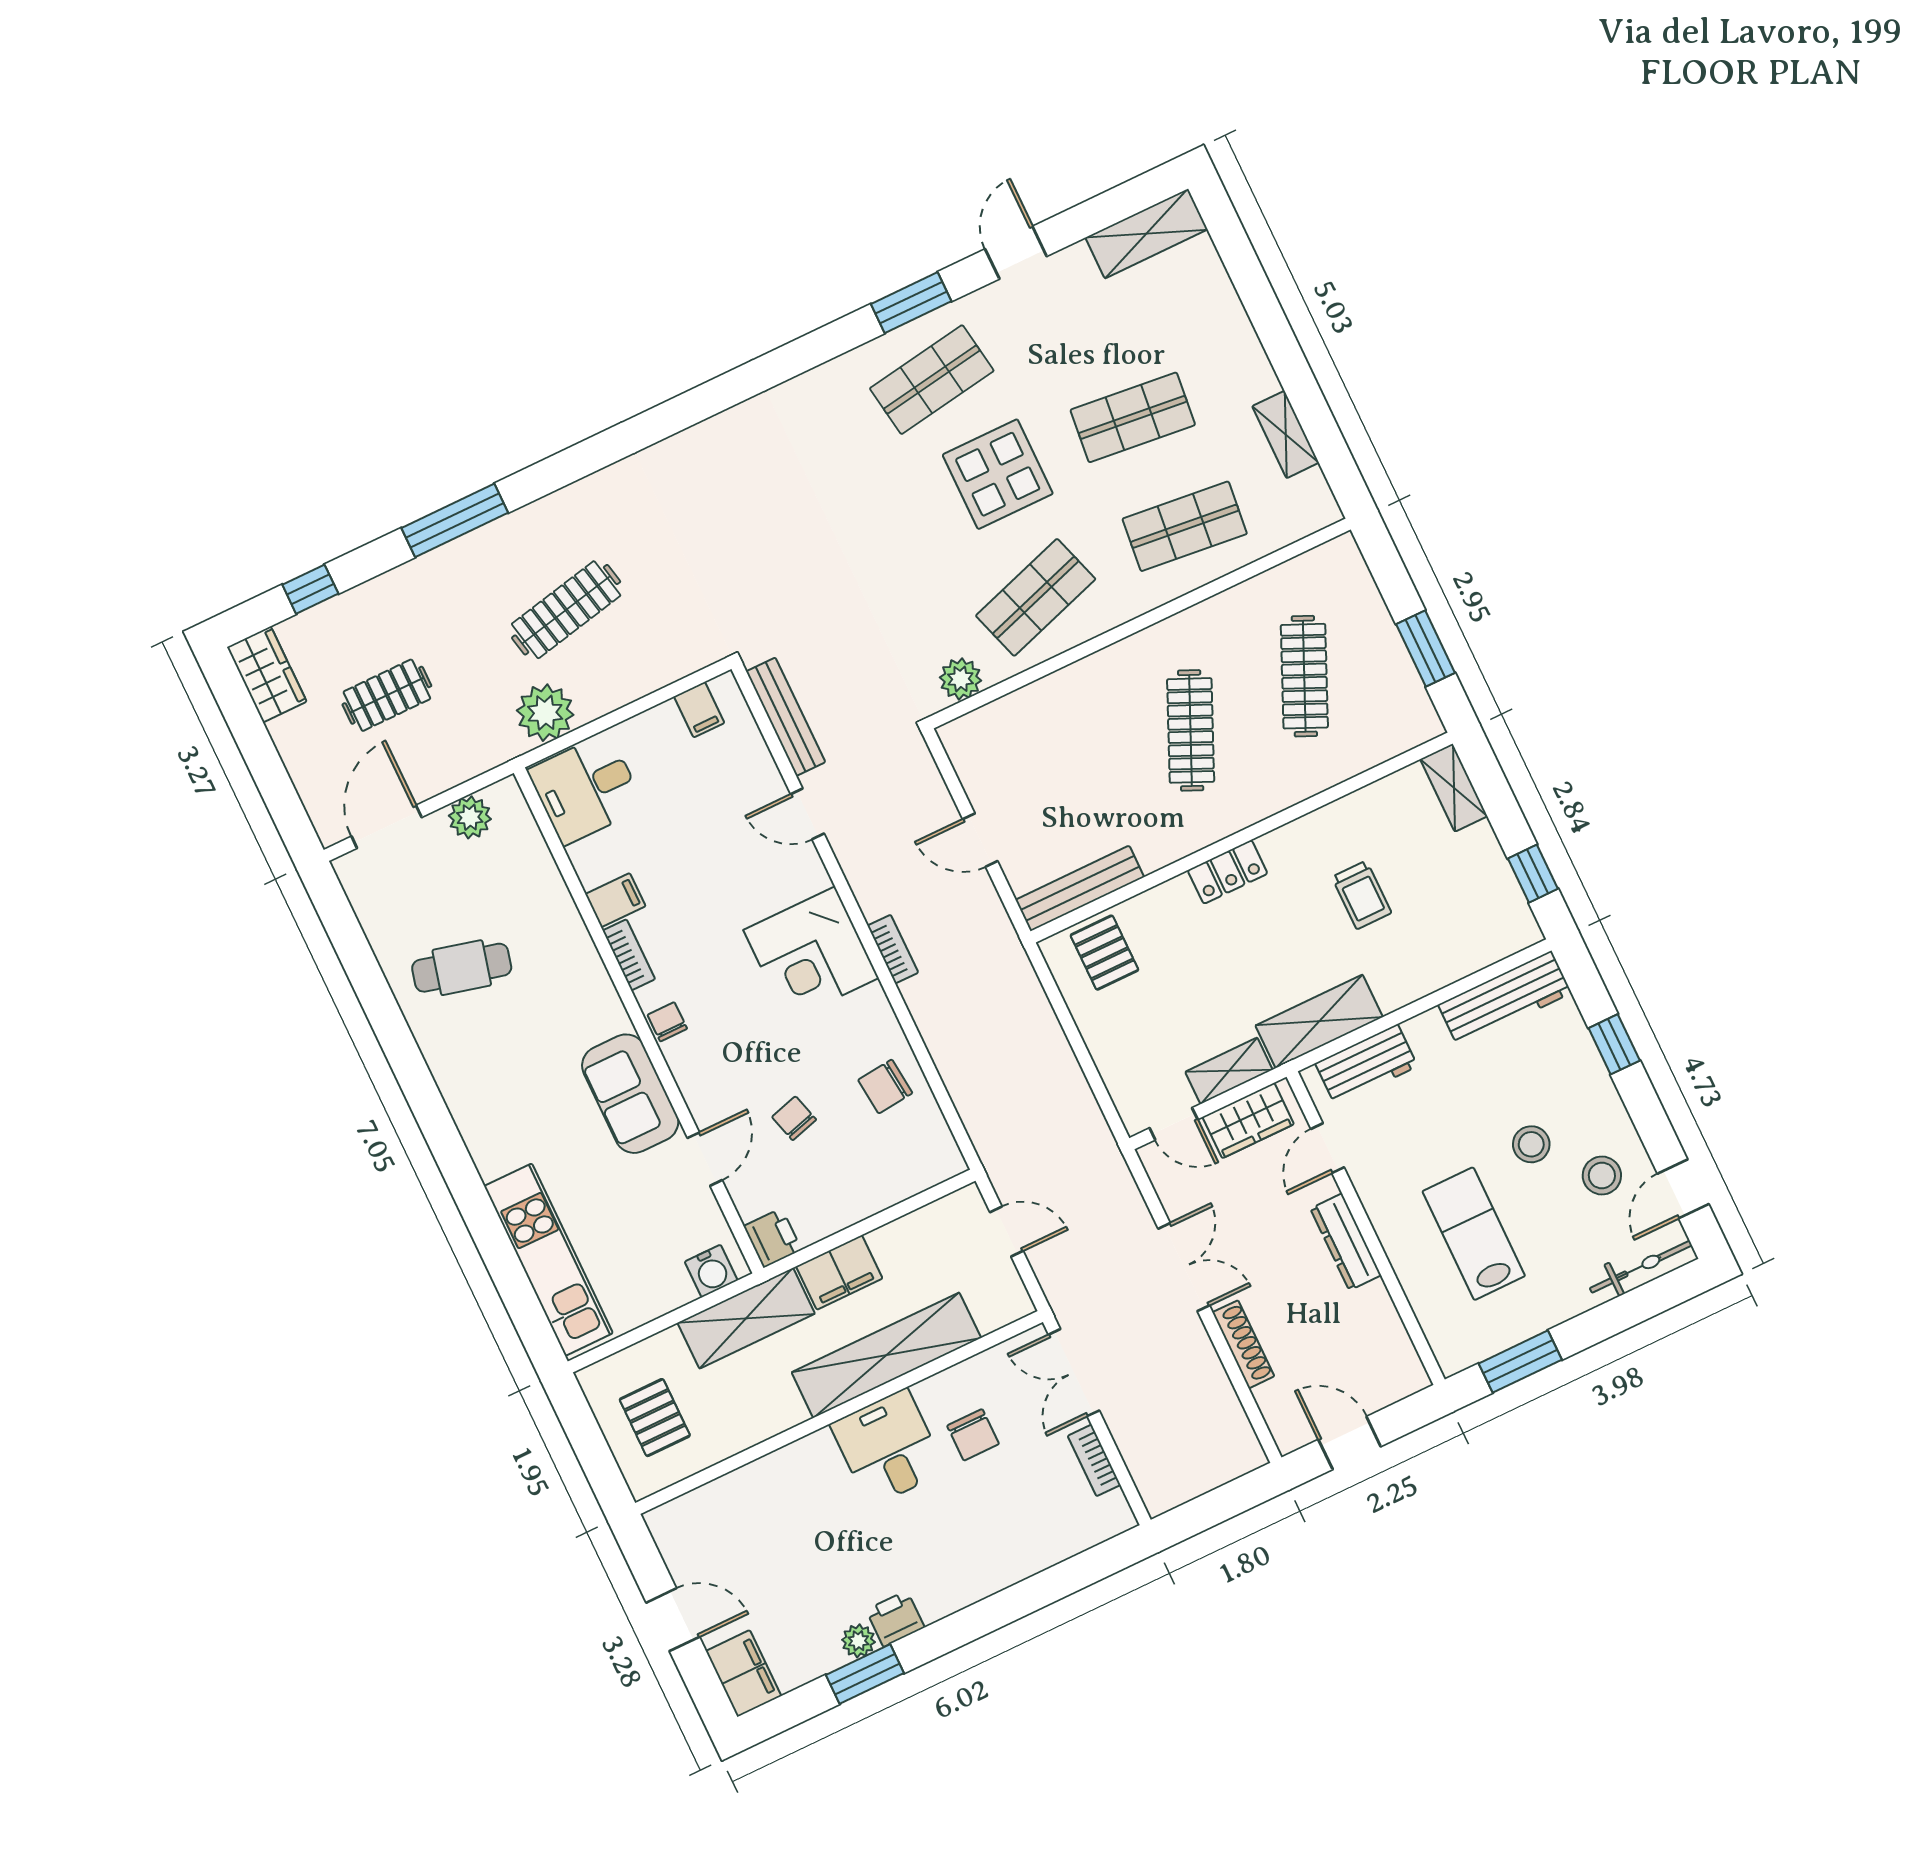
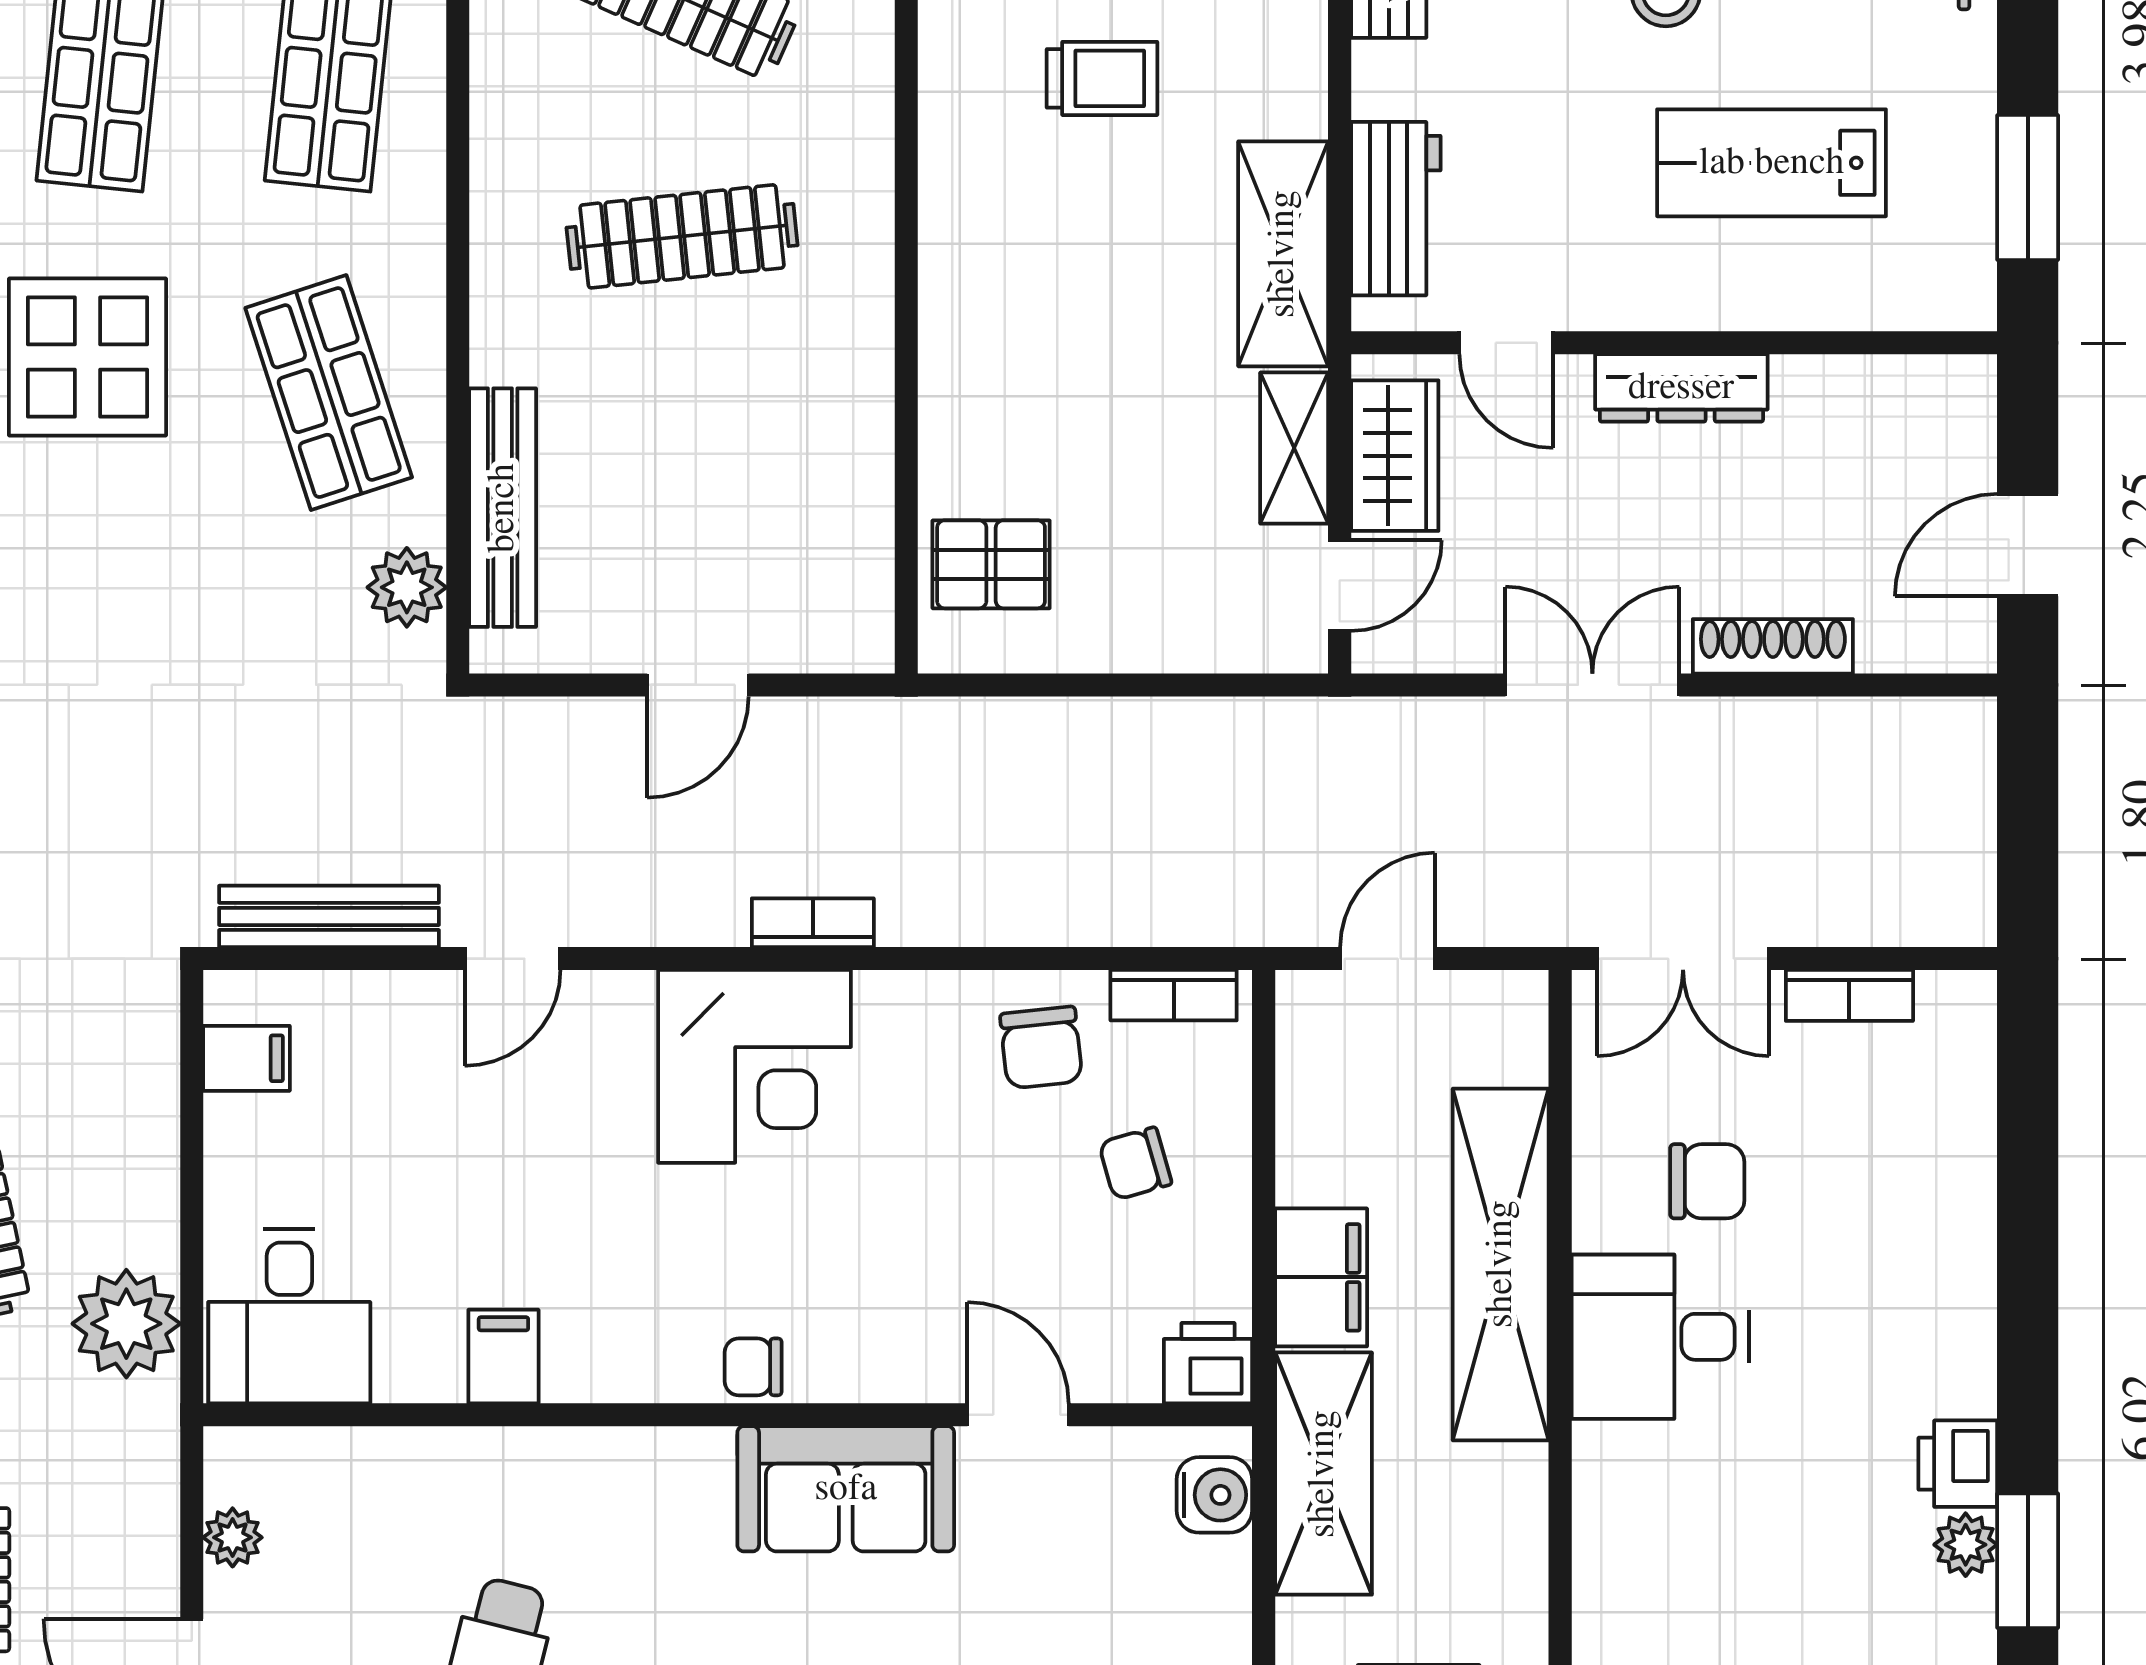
clothes rail: (1191, 730) -> (682, 236), turned -30
plant: (470, 817) -> (233, 1537), width x0.73, depth x0.73
locker: (1228, 872) -> (954, 289), removed
bench: (1080, 888) -> (503, 508), moved
bookcase: (629, 955) -> (1174, 995), moved, turned 180
chair: (794, 1118) -> (1135, 1164), moved

